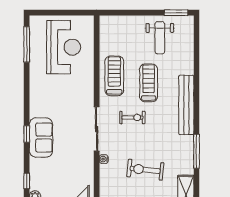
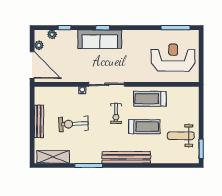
reception desk: (64, 47) -> (173, 58), turned 180
treadmill: (114, 76) -> (150, 99), turned 180
sofa: (41, 138) -> (100, 39), width x1.36
exercise bike: (145, 170) -> (74, 124), turned -99

